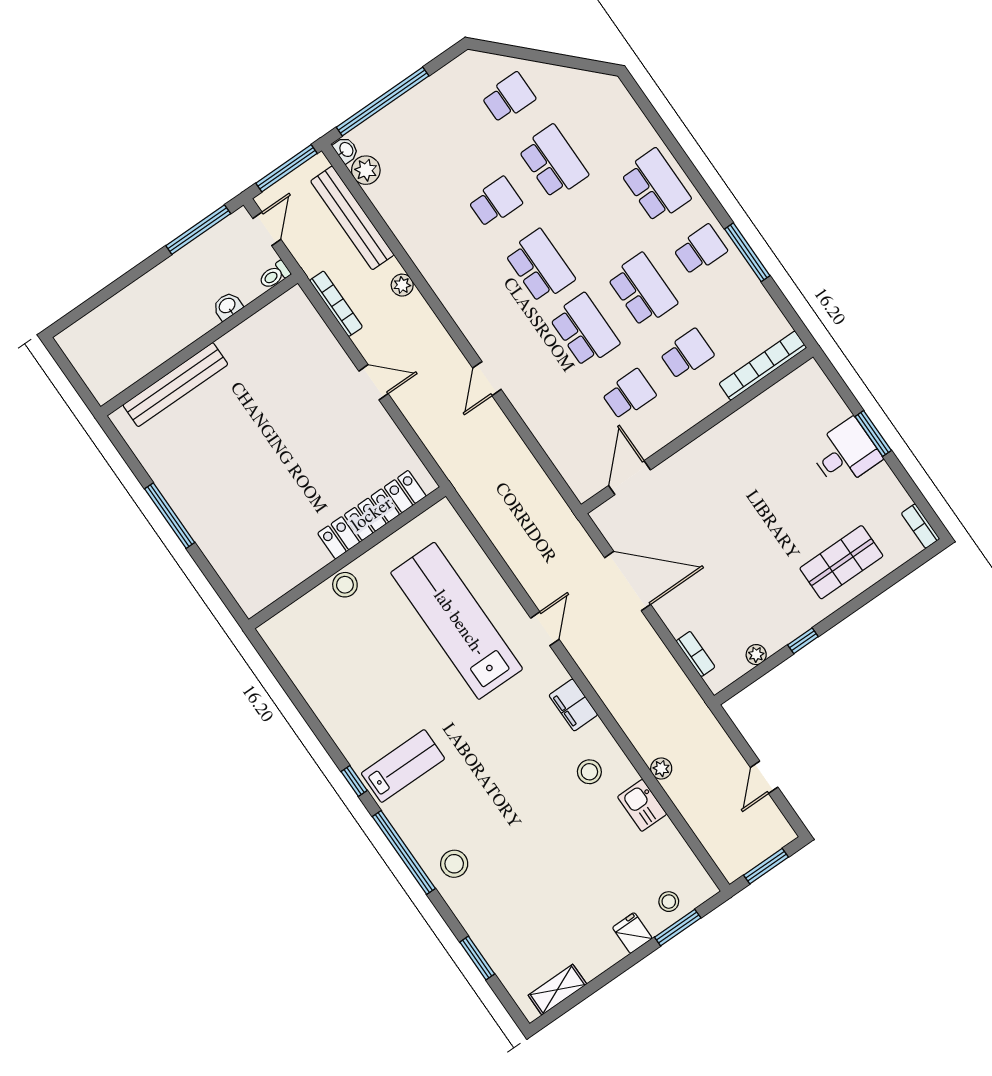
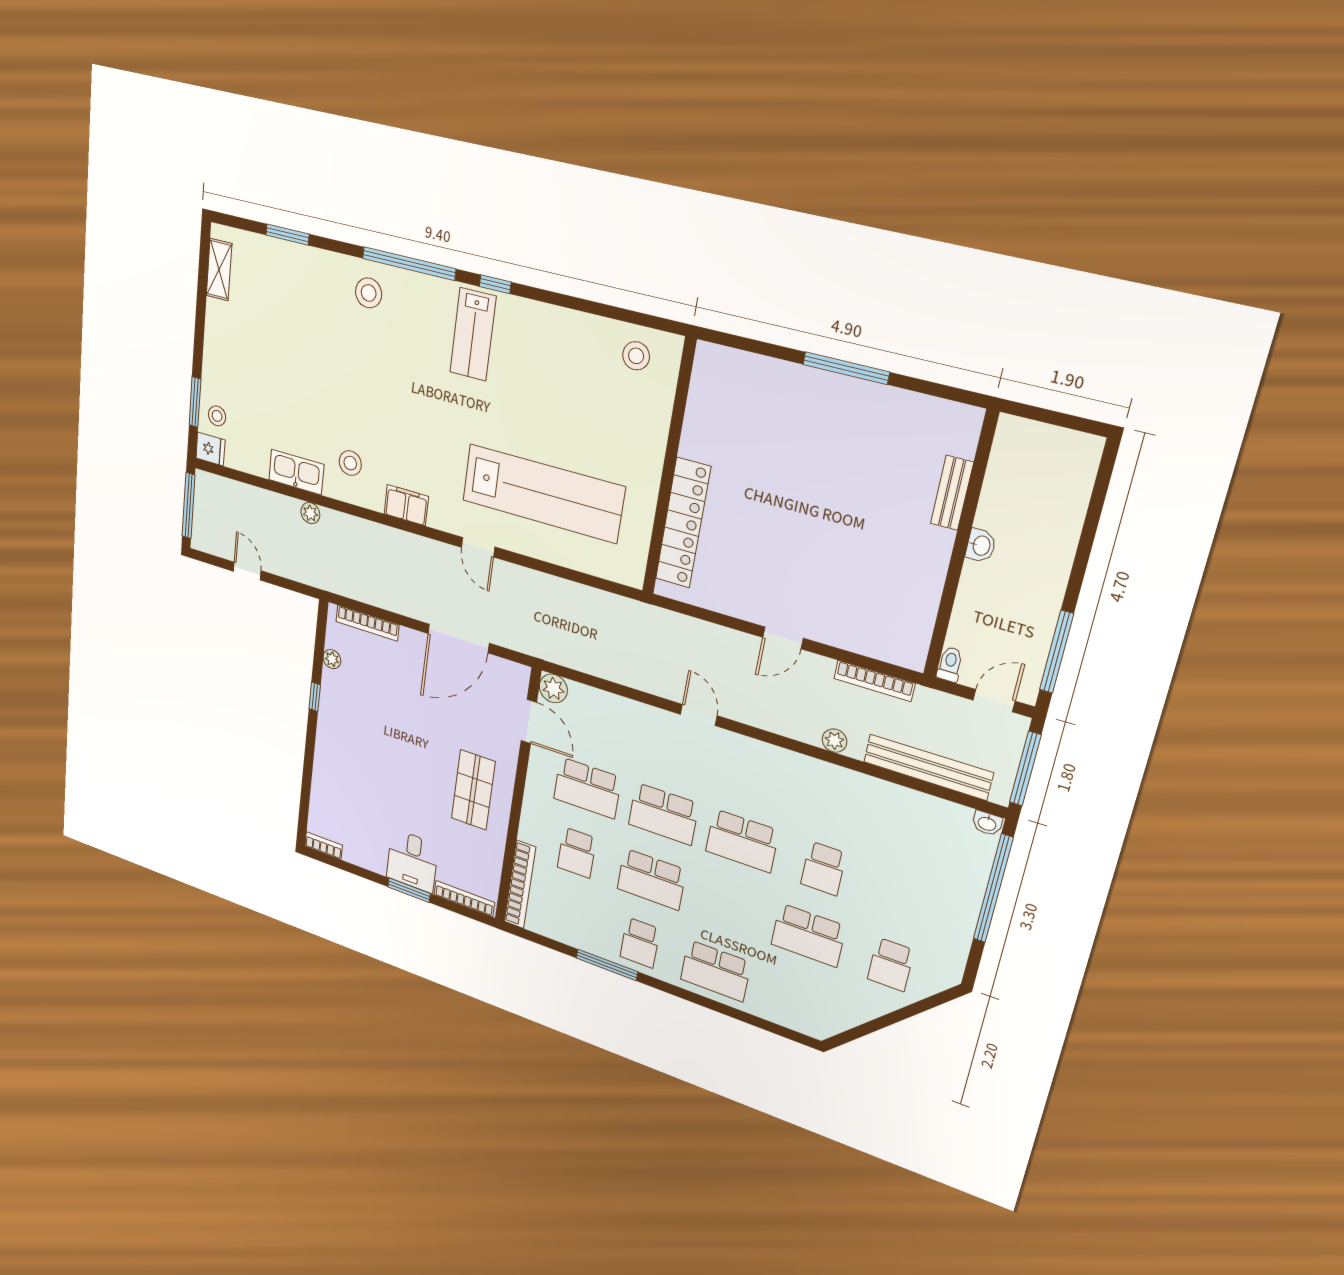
plant: (366, 170) -> (553, 688), moved
door: (267, 229) -> (994, 701), swing flipped
washbasin: (227, 306) -> (981, 546), moved
bench: (175, 385) -> (952, 493), width x0.54, depth x0.82
bookcase: (827, 391) -> (464, 899), added
school desk: (629, 394) -> (587, 788), width x1.85
shop shelf: (841, 562) -> (473, 790), moved
stool: (345, 585) -> (636, 356), moved
bookcase: (696, 654) -> (367, 623), width x1.56
kitchen sink: (642, 805) -> (296, 472), width x1.38
window: (766, 866) -> (188, 506), width x1.44
fridge: (632, 933) -> (210, 449), moved

